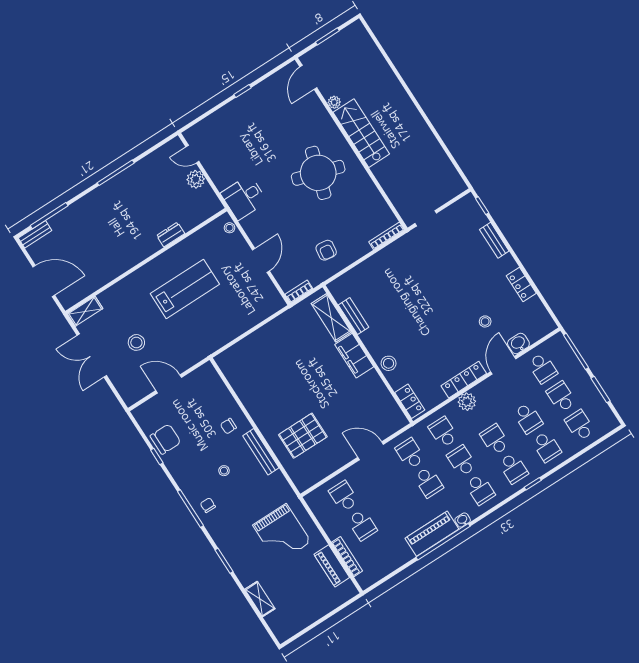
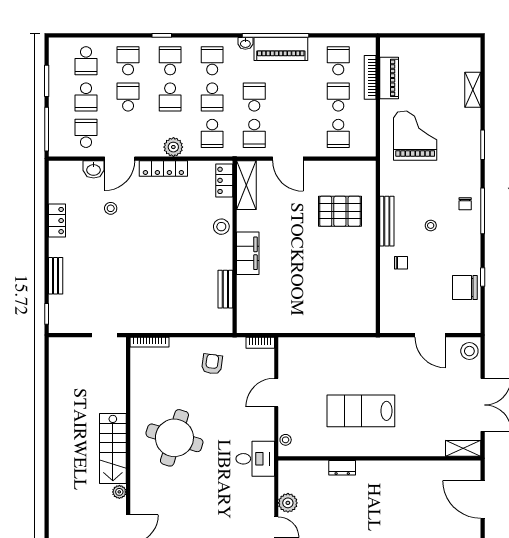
shelving: (331, 318) -> (246, 185), moved
stool: (136, 342) -> (469, 351), moved
school desk: (381, 554) -> (338, 61), added

